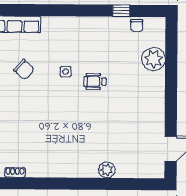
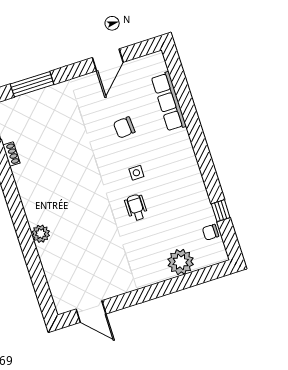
chair: (24, 69) -> (124, 127), turned 45
plant: (107, 170) -> (41, 234), moved

